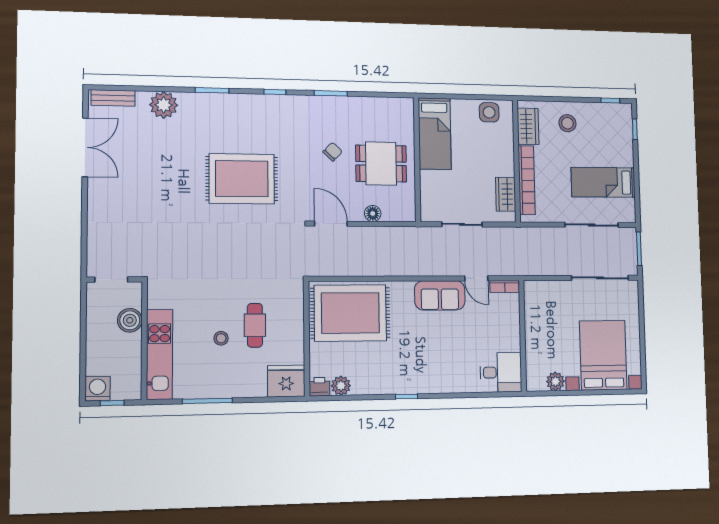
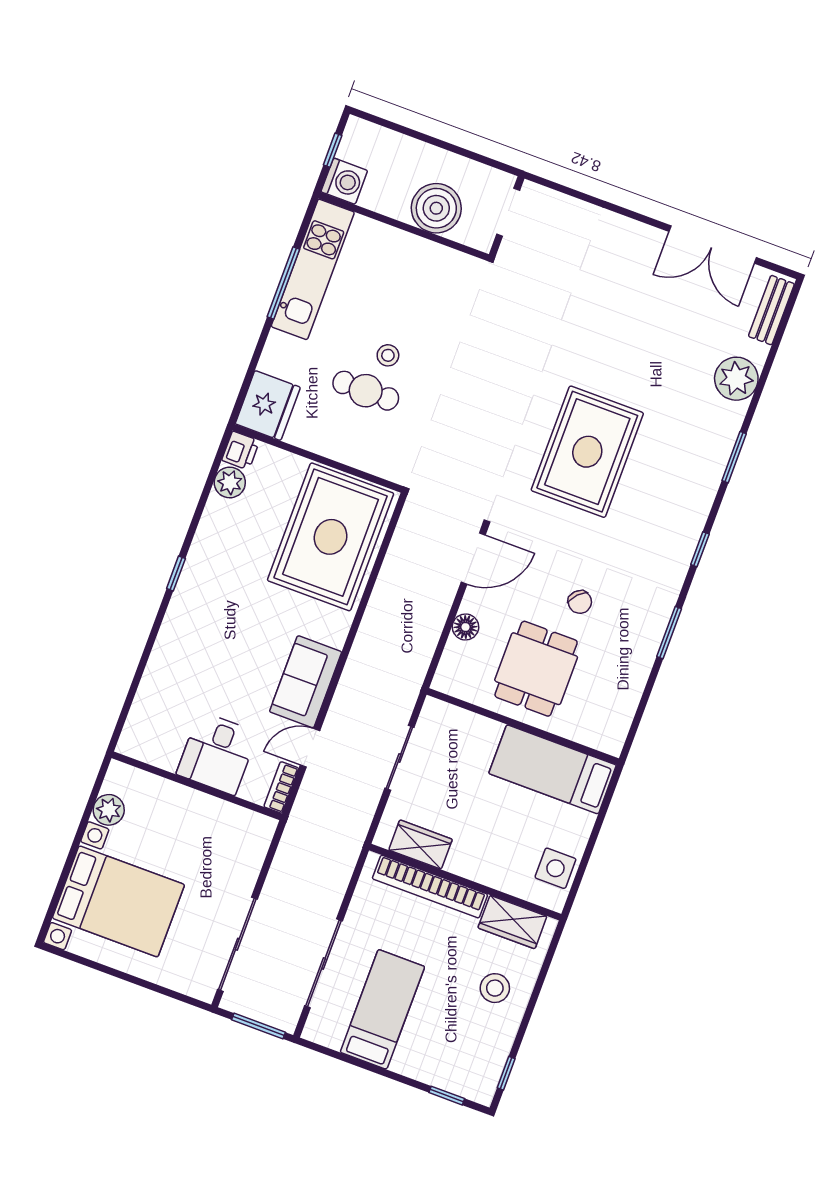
boiler: (130, 320) -> (436, 208), width x1.37, depth x1.37
stool: (221, 338) -> (388, 355), moved
kitchen unit: (159, 354) -> (313, 269), moved, turned -90
desk: (501, 372) -> (217, 753), moved
washing machine: (97, 389) -> (344, 181), moved

